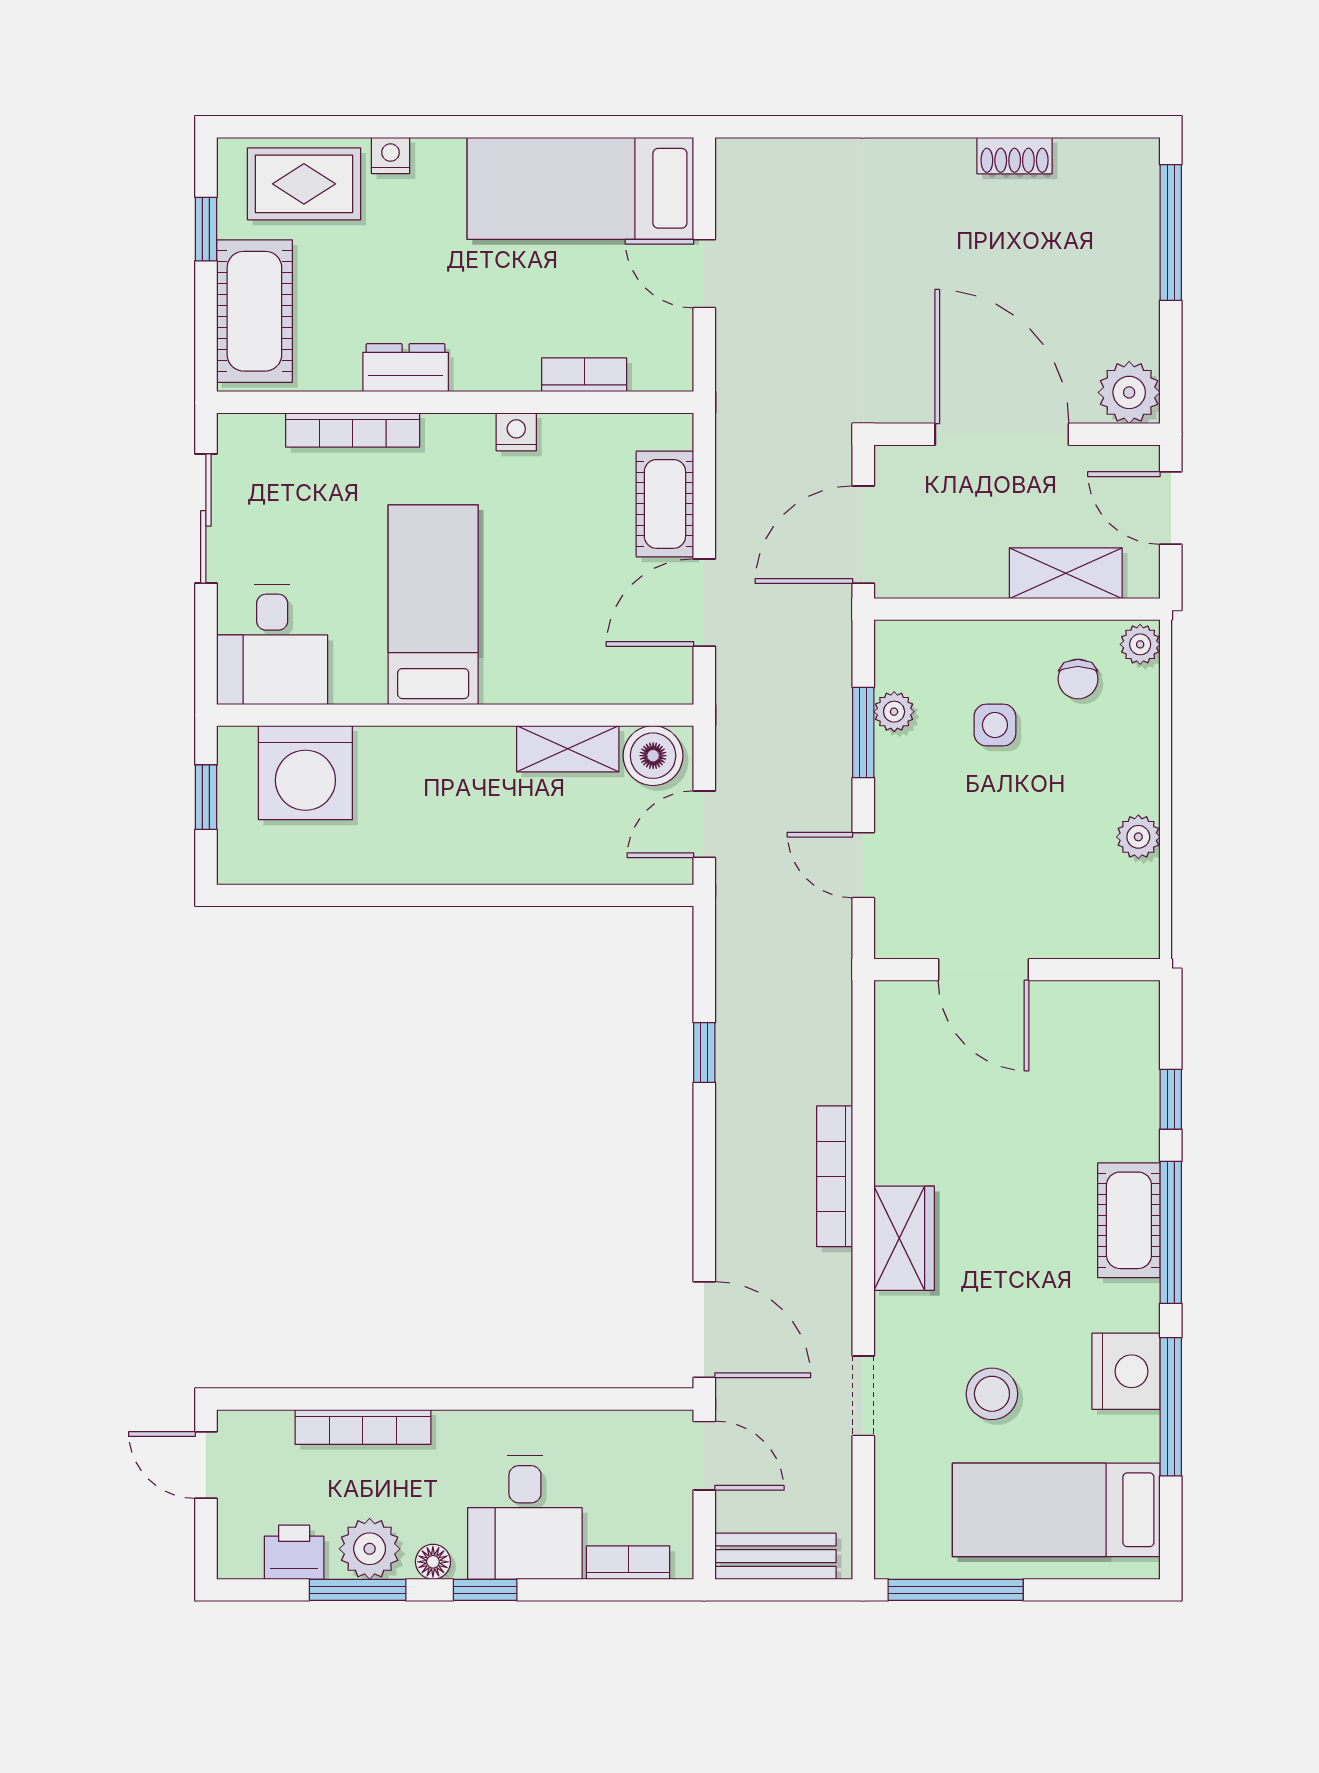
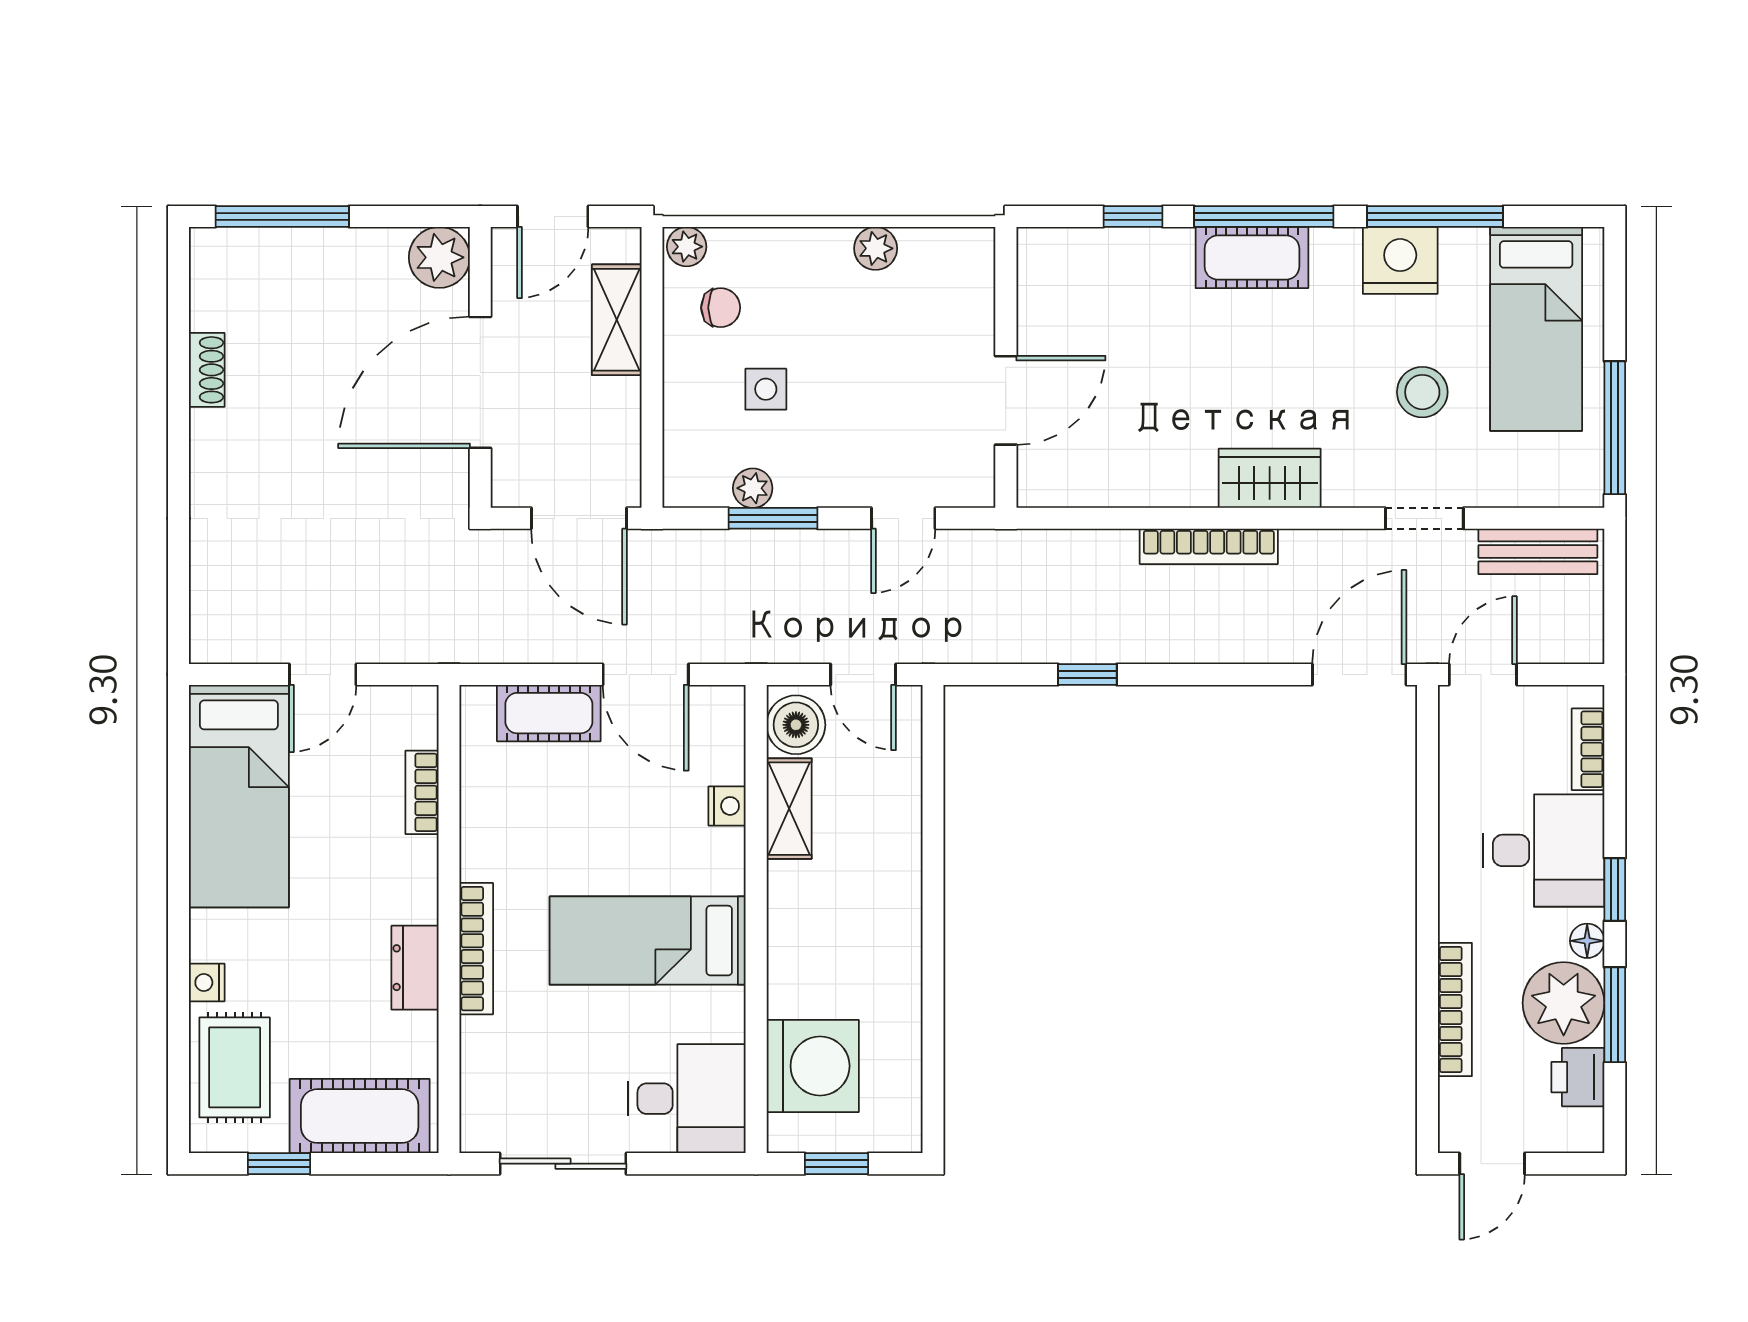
bookcase: (353, 430) -> (476, 949), moved
nightstand: (516, 432) -> (727, 806), moved, turned 180
plant: (370, 1549) -> (1564, 1003), width x1.36, depth x1.36
bench: (775, 1556) -> (1538, 551), moved, turned 90

